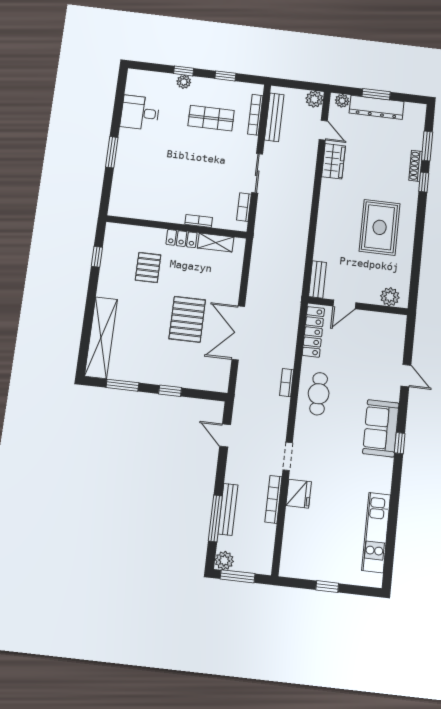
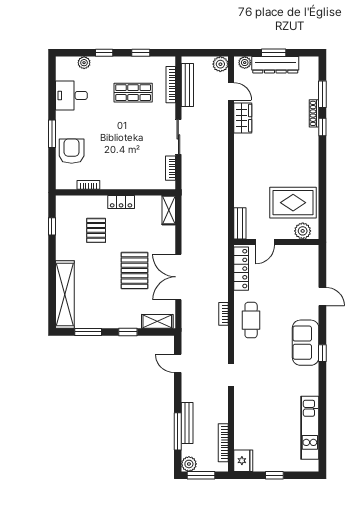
plant: (184, 82) -> (84, 63), moved
armchair: (132, 174) -> (72, 151), added
bookcase: (199, 221) -> (88, 185), moved
rug: (380, 227) -> (293, 203), moved, turned 90
shelving: (216, 243) -> (169, 210), moved, turned 90
shelving: (207, 382) -> (157, 321), added
fridge: (299, 494) -> (243, 461), moved
bookcase: (273, 499) -> (223, 443), moved

